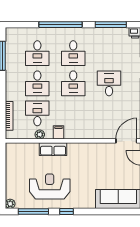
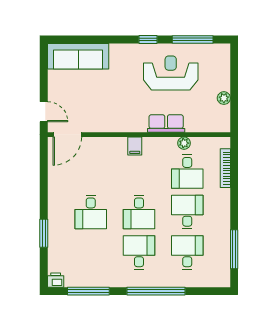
desk: (73, 83) -> (139, 212), turned 180
filing cabinet: (59, 132) -> (135, 146), moved
reception desk: (50, 187) -> (171, 73), turned 180
plant: (10, 204) -> (224, 98), moved

